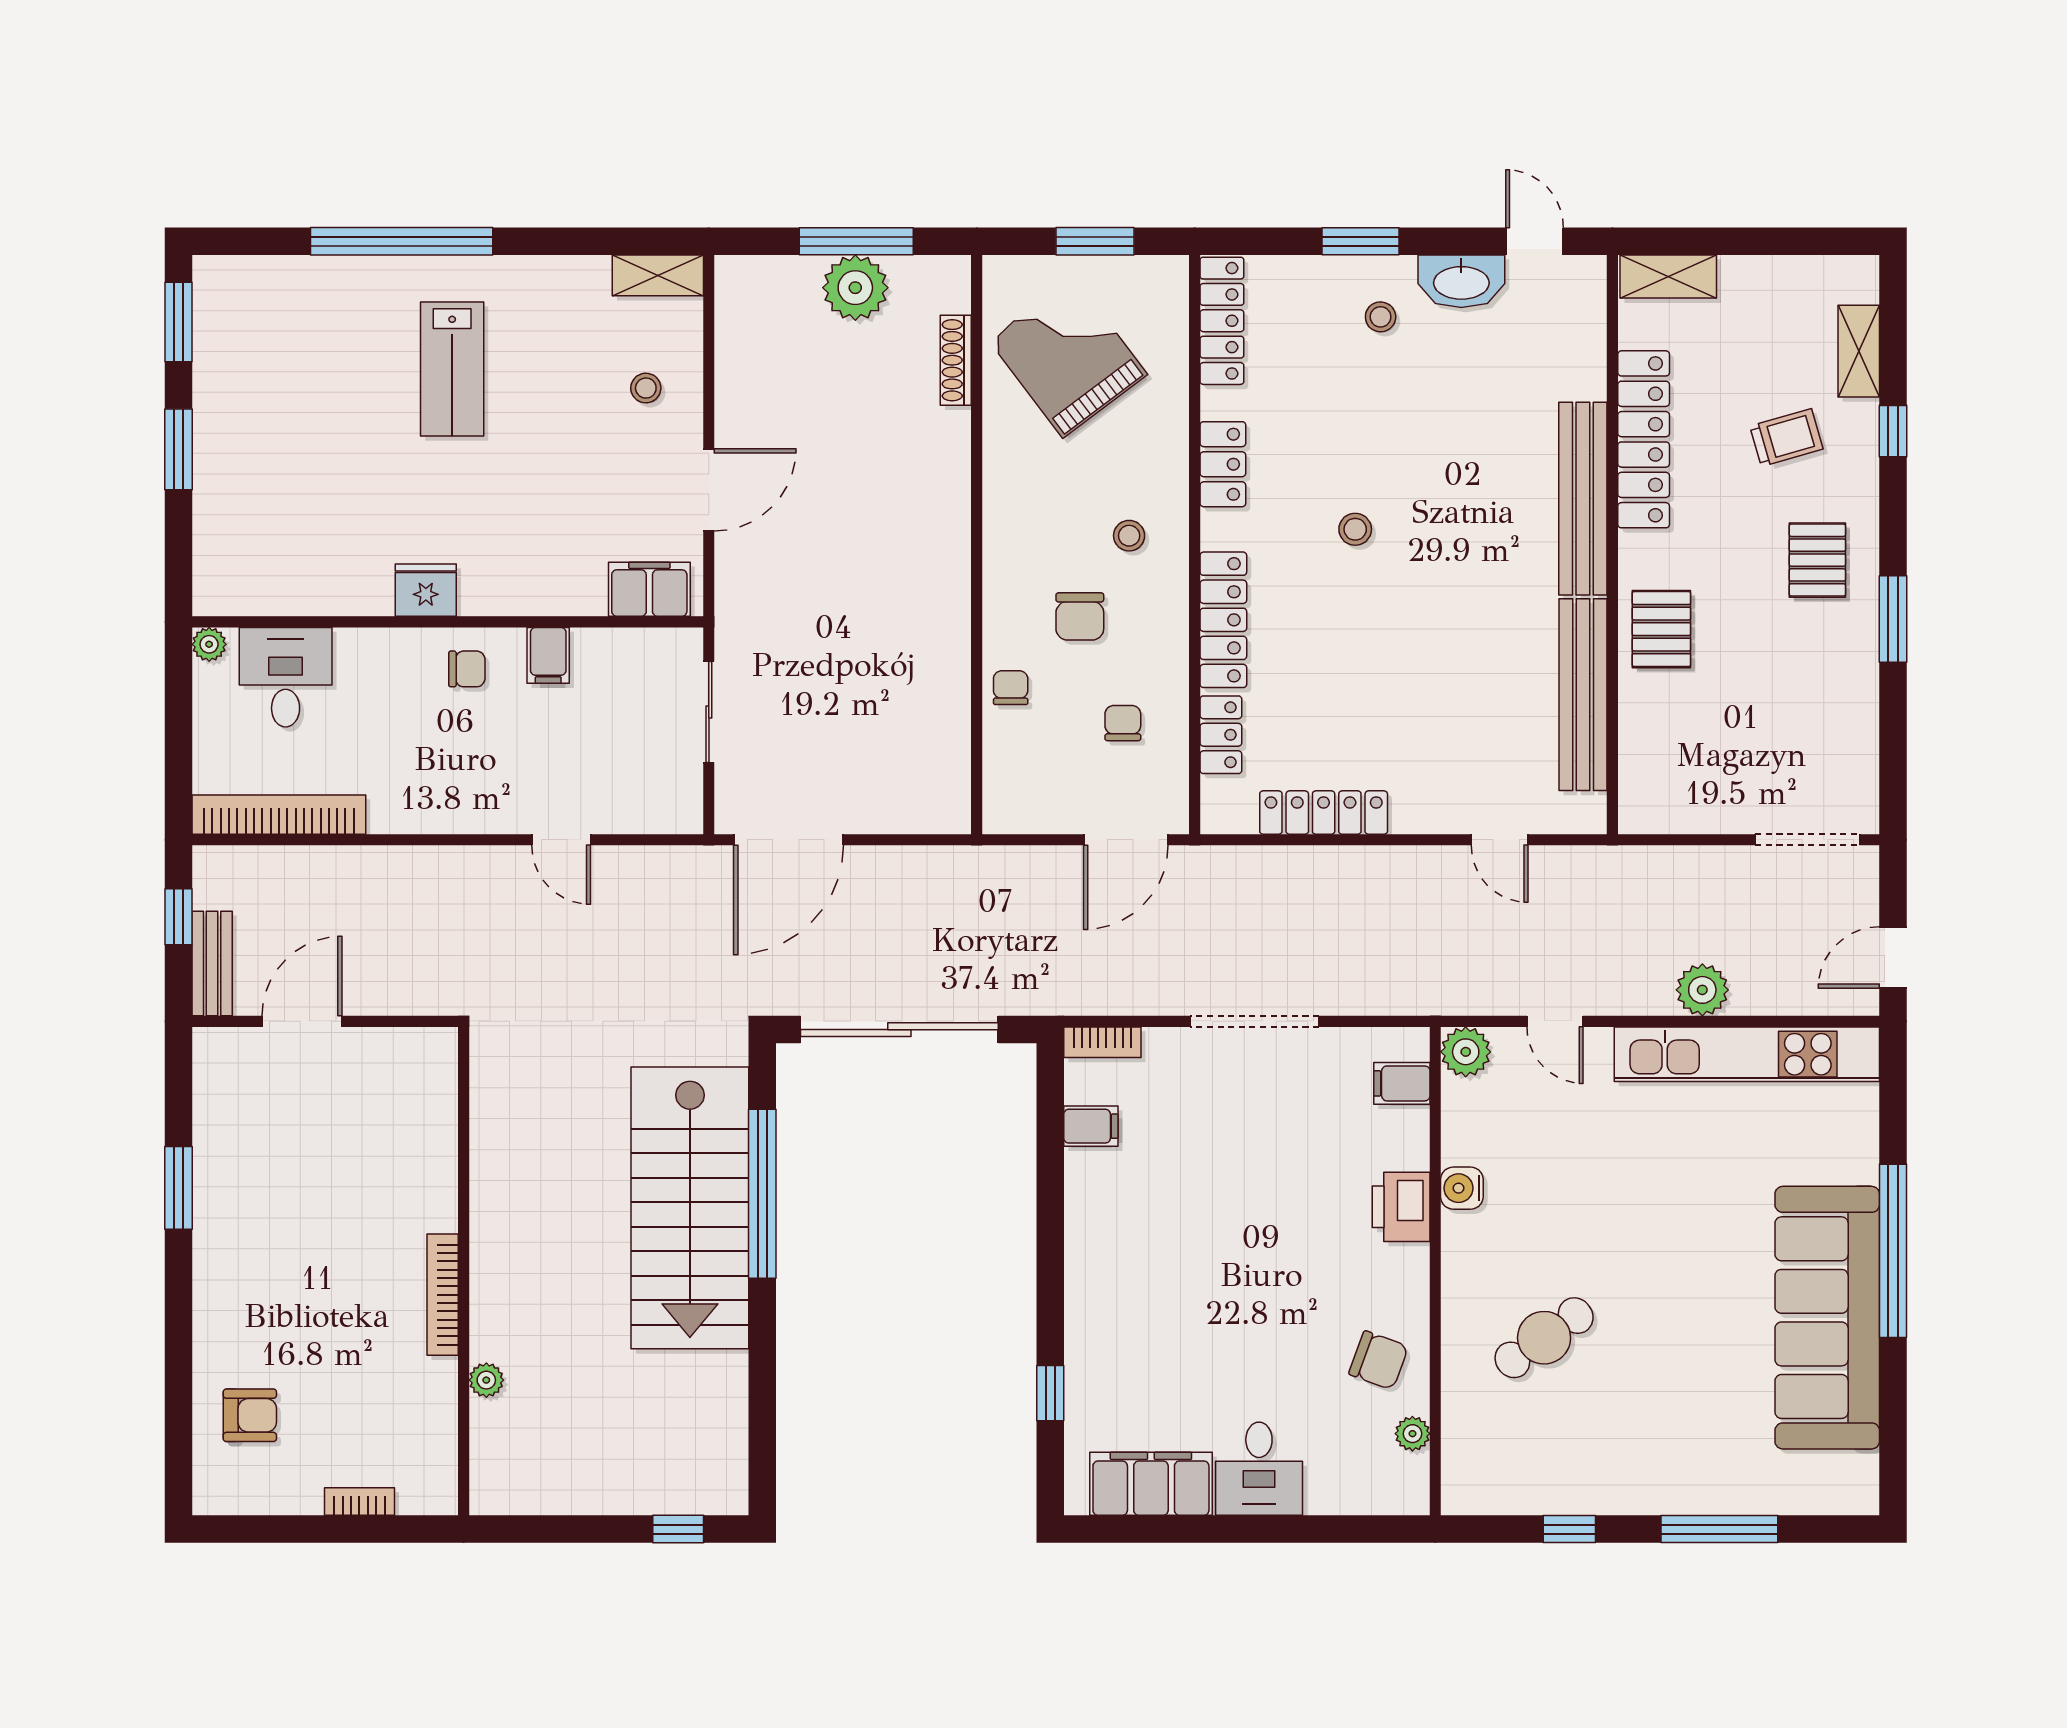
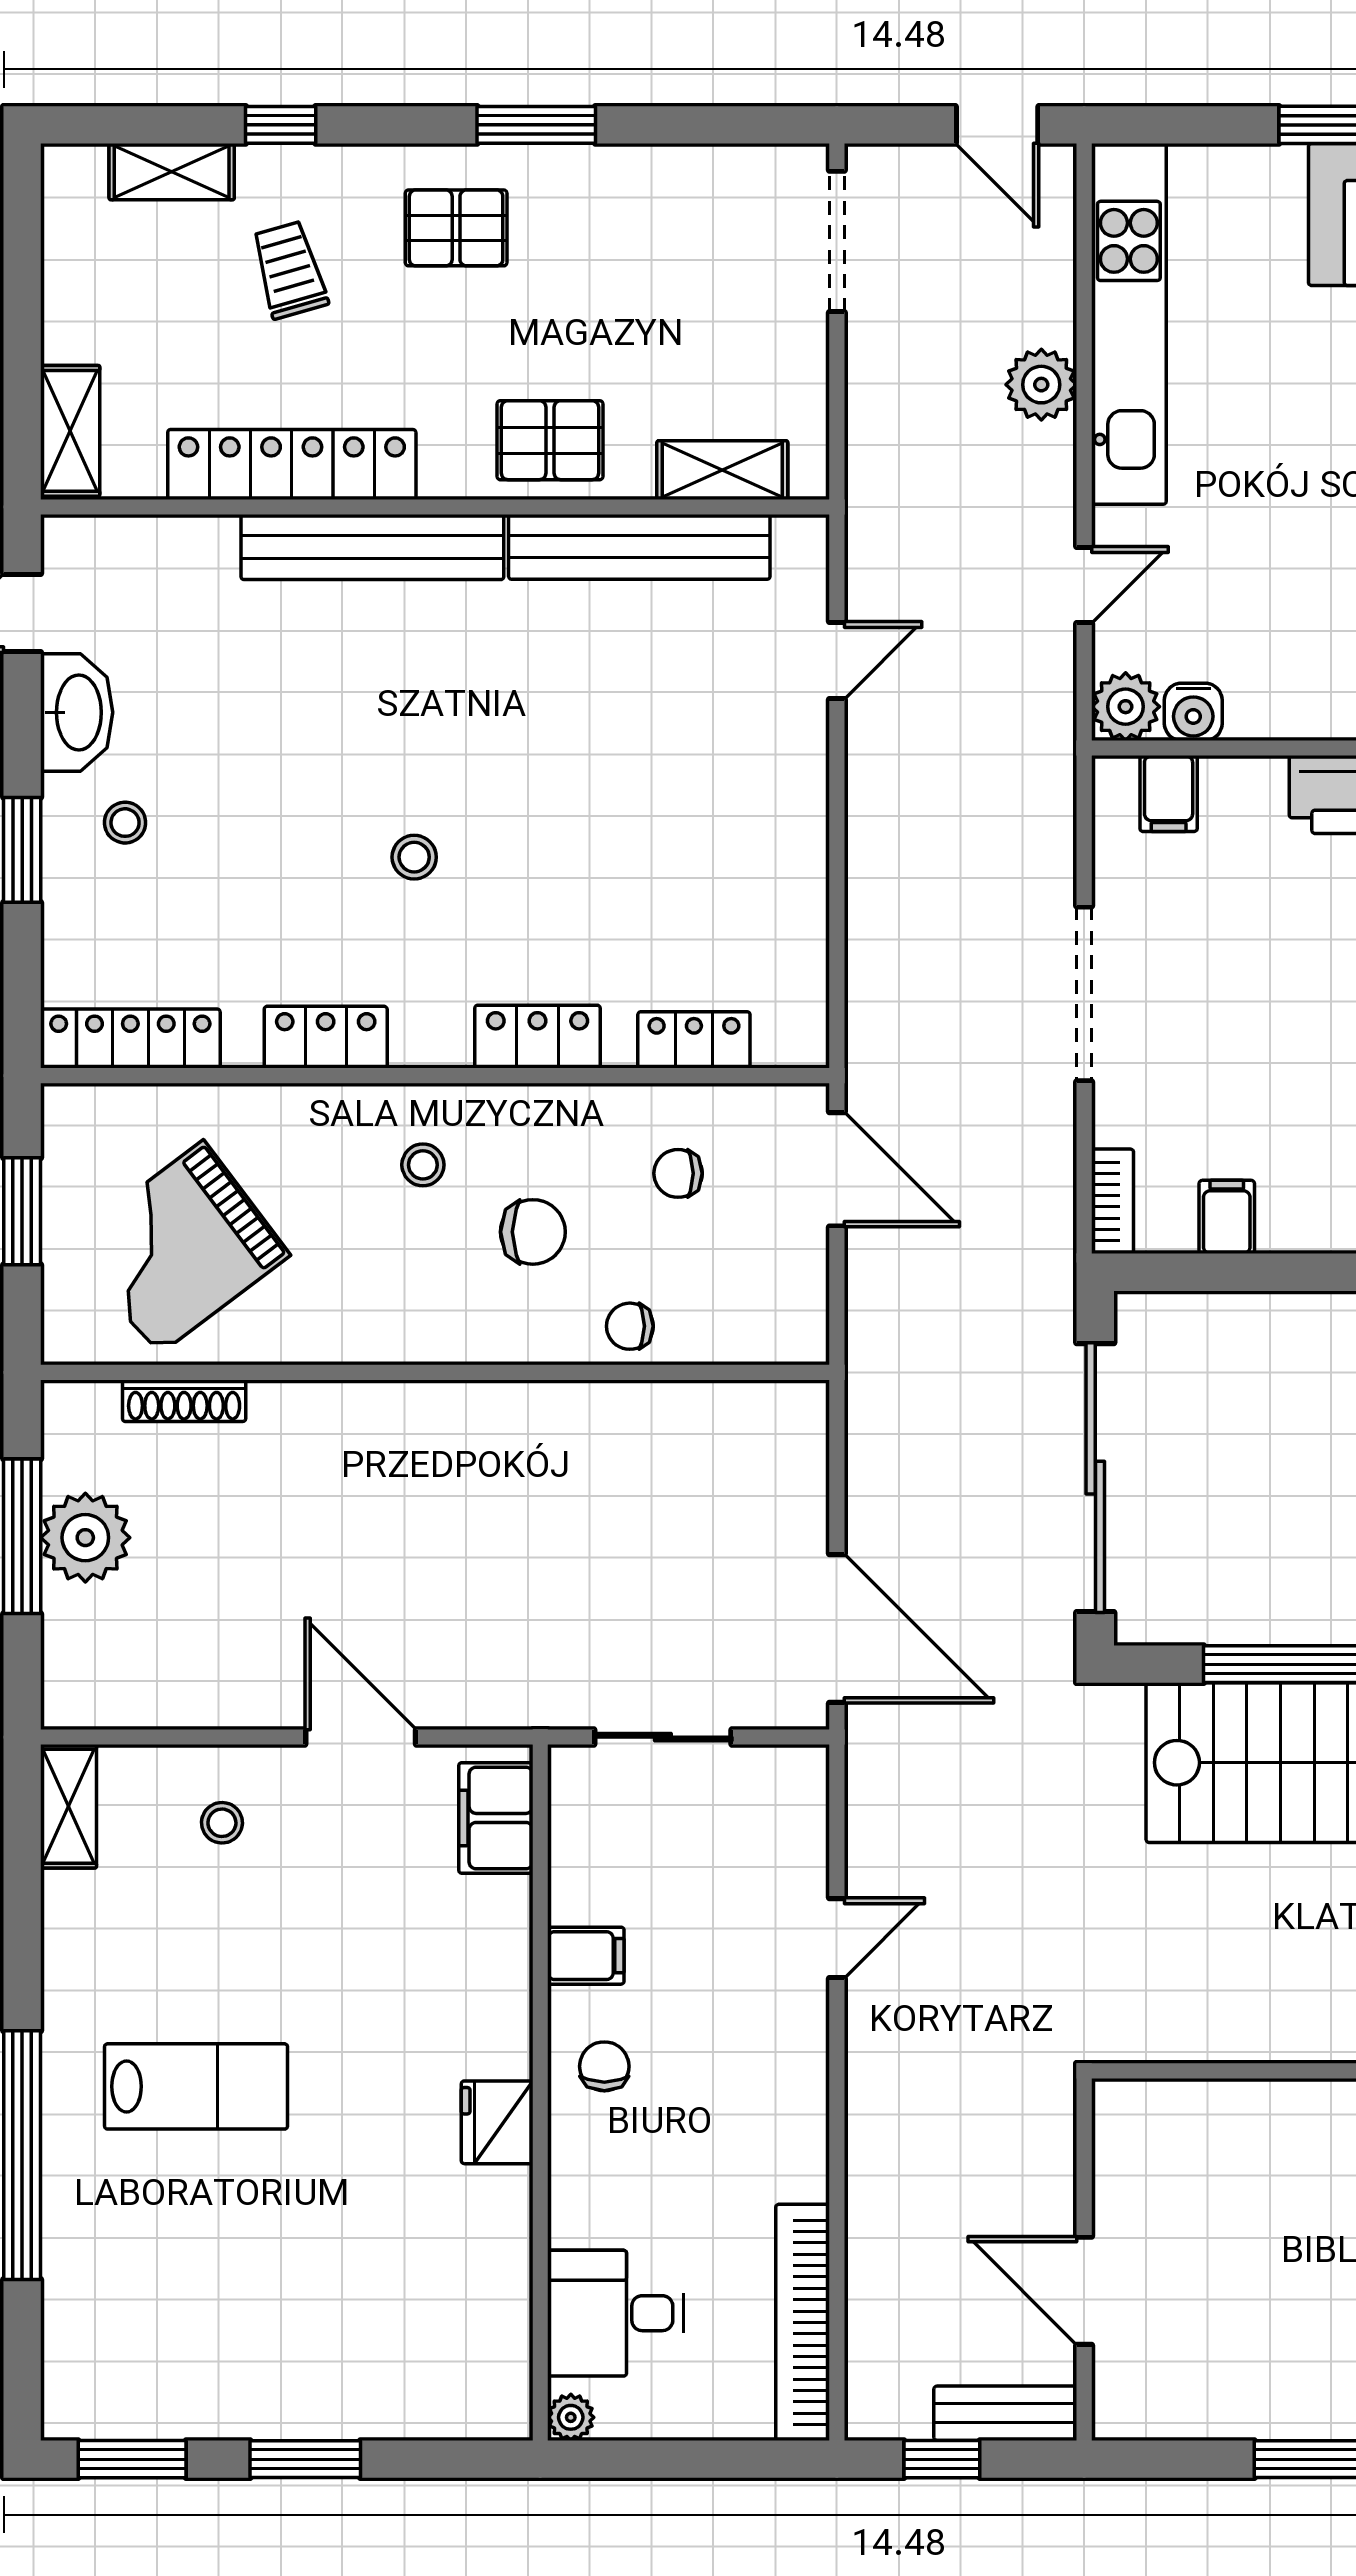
locker: (1223, 620) -> (537, 1037), width x0.66
shelving: (1639, 756) -> (722, 470), added
locker: (1324, 813) -> (800, 900), removed
water cooler: (1462, 1188) -> (1193, 712), moved

